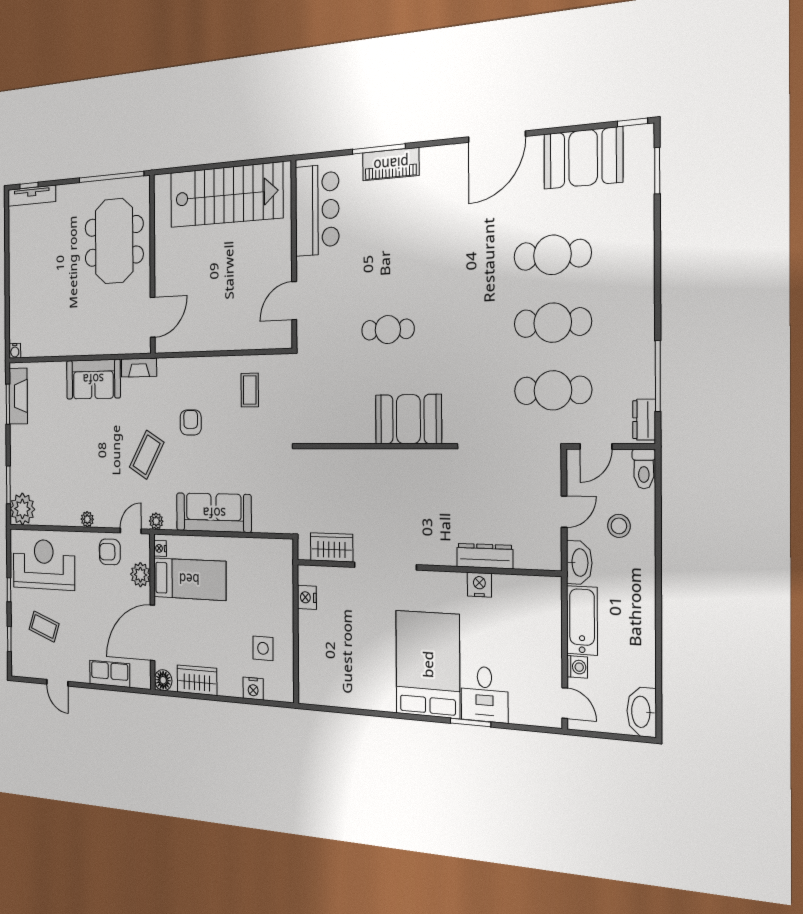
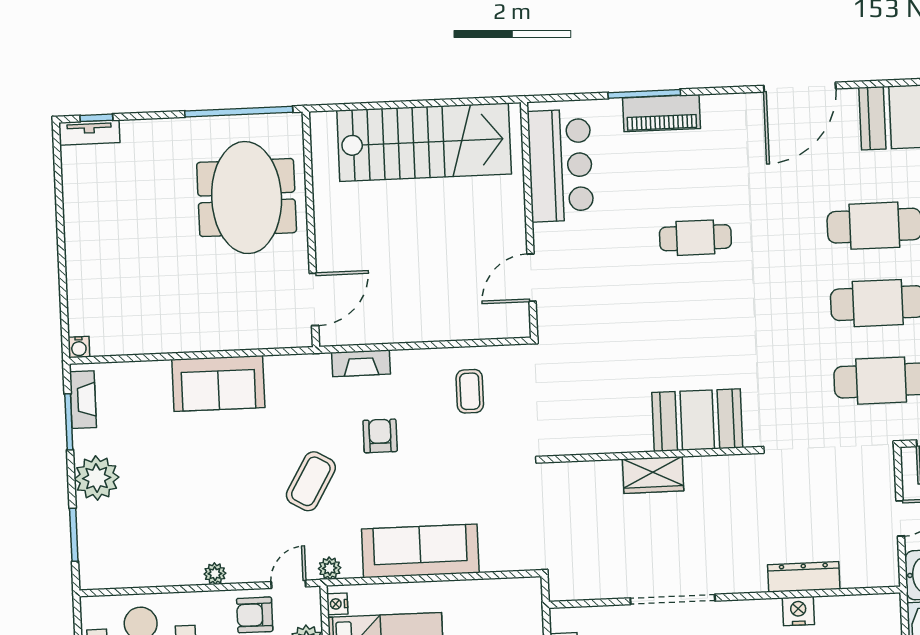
tv unit: (32, 196) -> (89, 133), width x0.71
cafe table: (388, 330) -> (695, 238), moved
fireplace: (139, 368) -> (361, 363), moved
fireplace: (18, 396) -> (83, 400), width x0.73, depth x0.76
plant: (22, 509) -> (97, 478), moved
wardrobe: (332, 547) -> (653, 475), moved, turned 180

